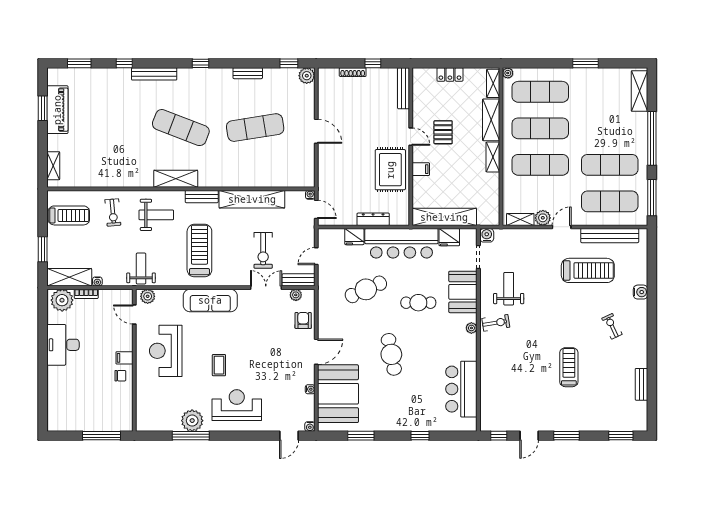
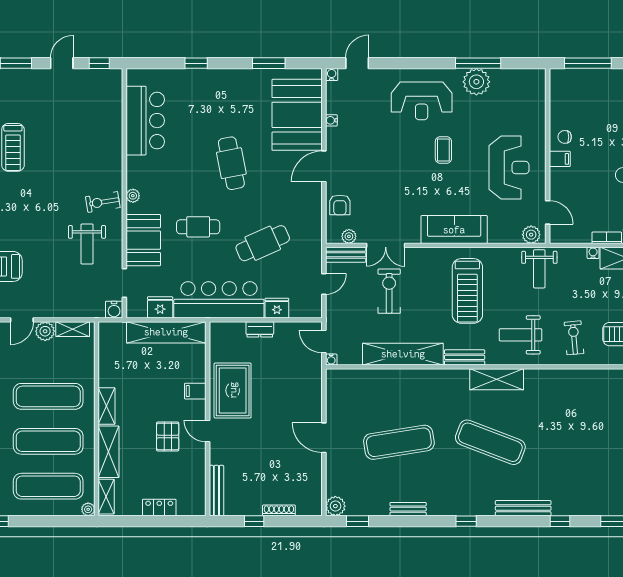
dresser: (373, 219) -> (260, 329), width x0.70

